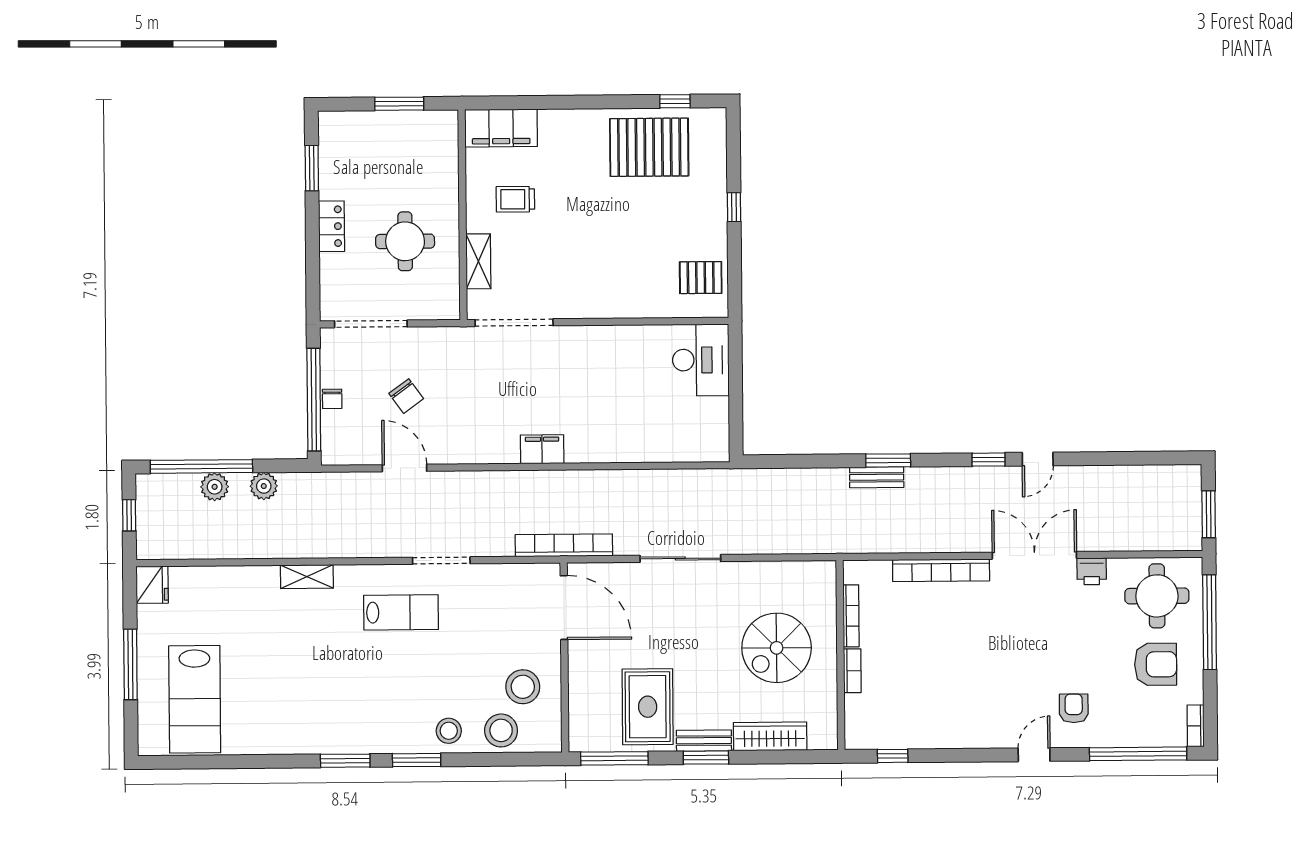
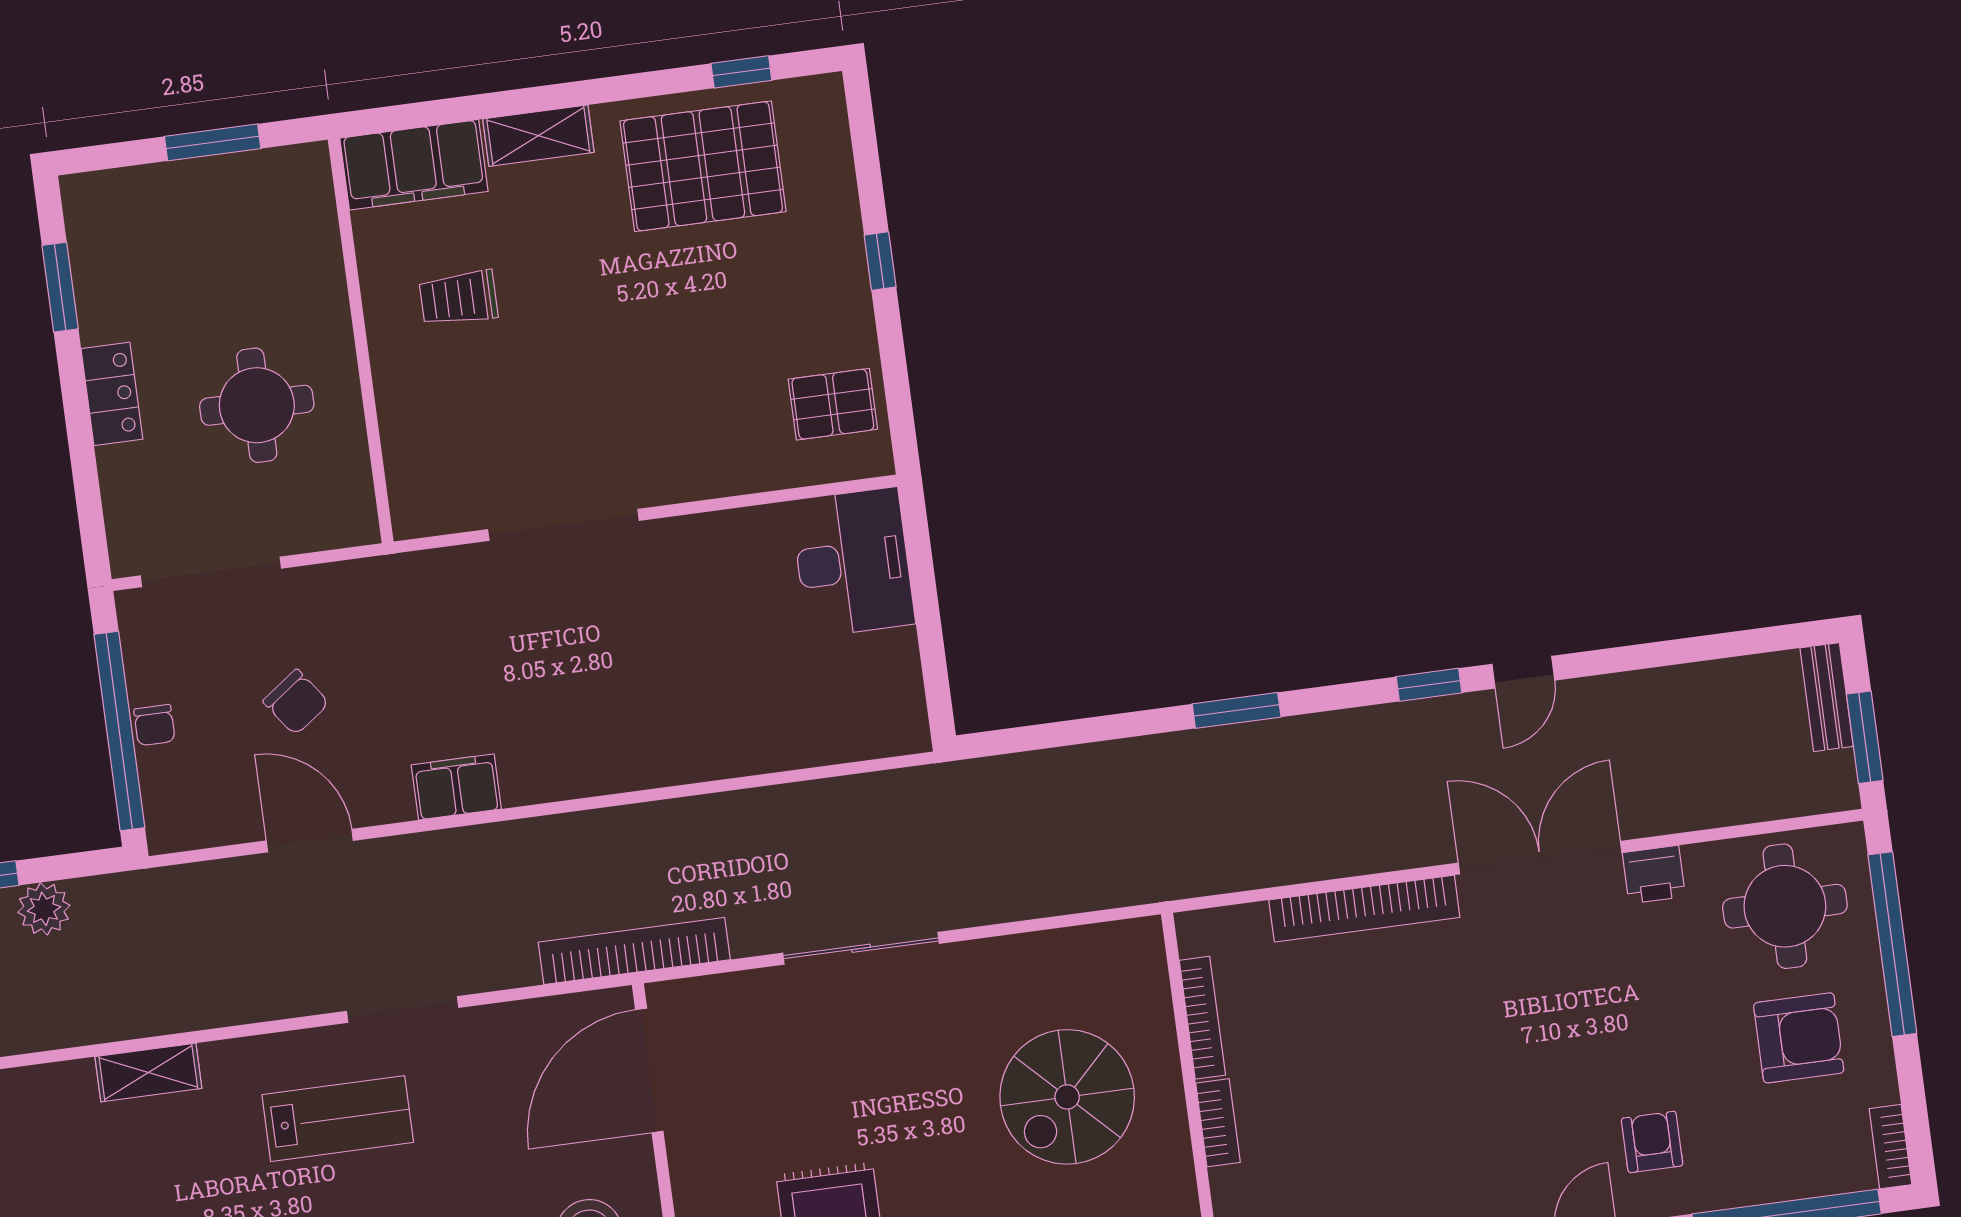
shelving: (478, 261) -> (538, 136), moved, turned 90
doorway: (514, 323) -> (563, 525), moved
filing cabinet: (542, 449) -> (456, 787), moved
bench: (877, 477) -> (1827, 697), moved, turned 90
door: (564, 608) -> (649, 1070), swing flipped

